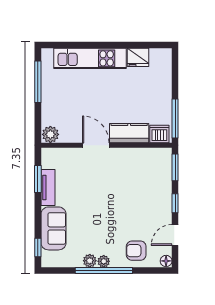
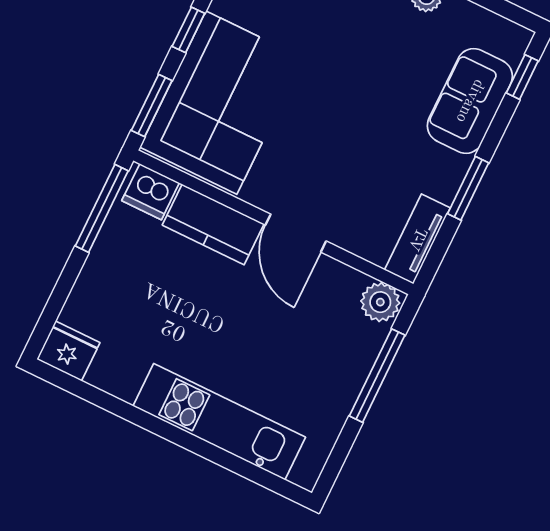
fridge: (138, 57) -> (68, 351), moved
window: (38, 82) -> (377, 376), moved
window: (38, 179) -> (468, 188), moved
corner sofa: (149, 181) -> (221, 103), added
tv unit: (48, 188) -> (417, 239), moved

